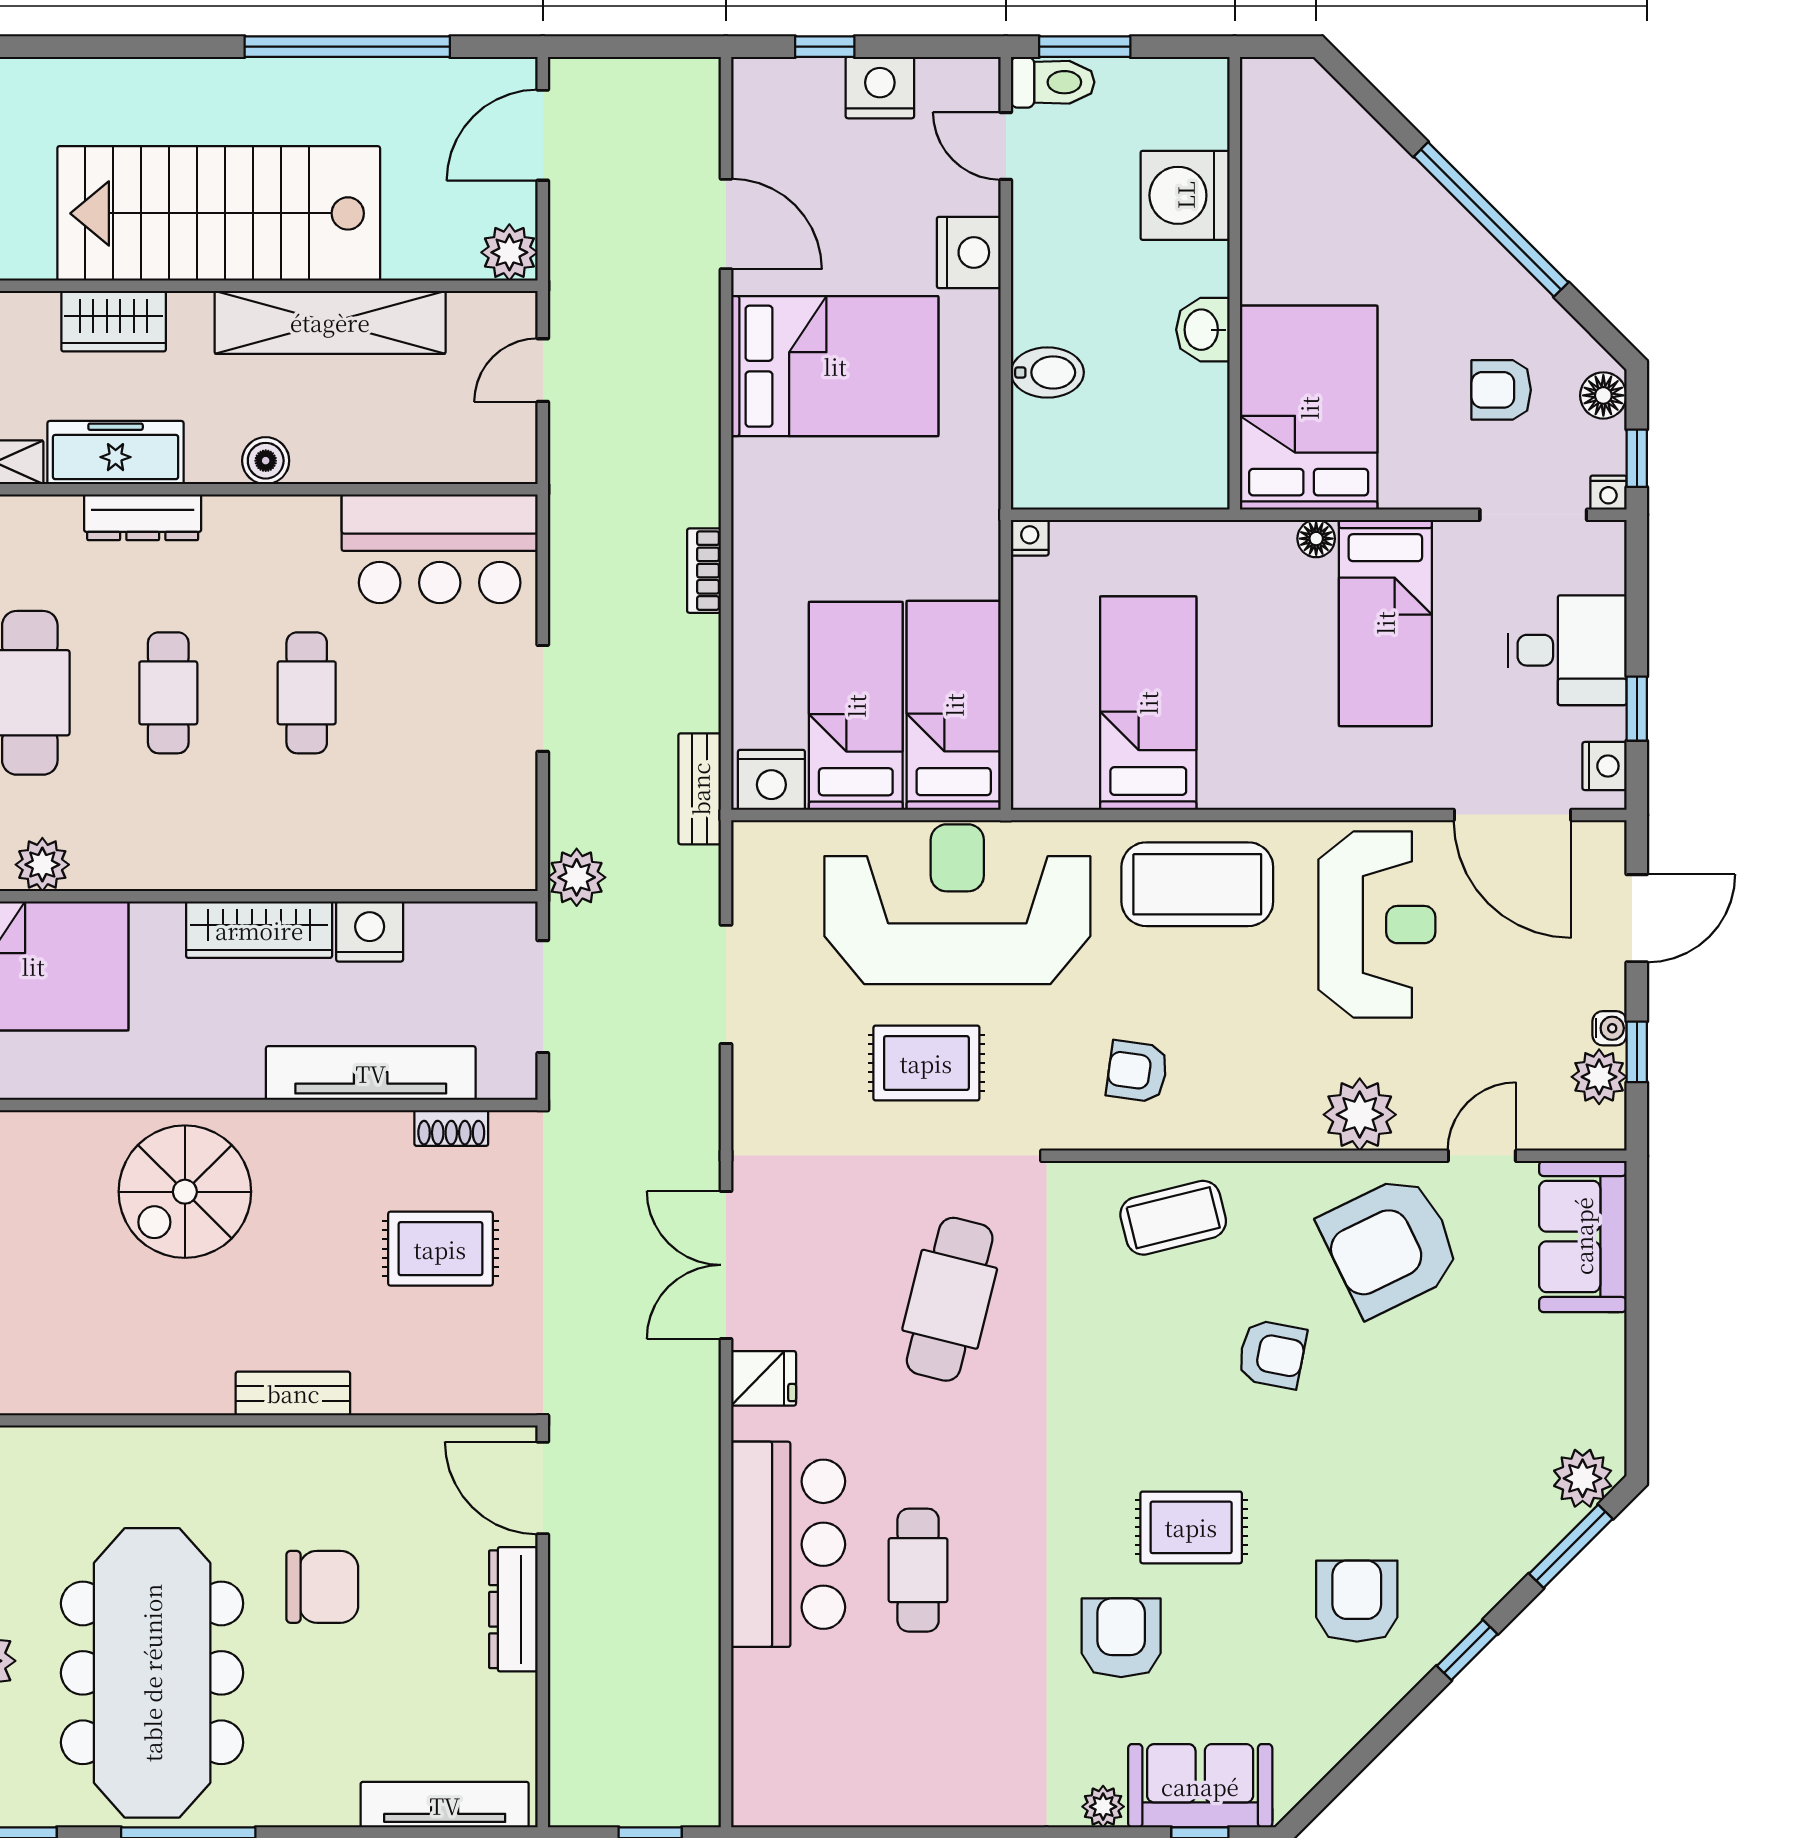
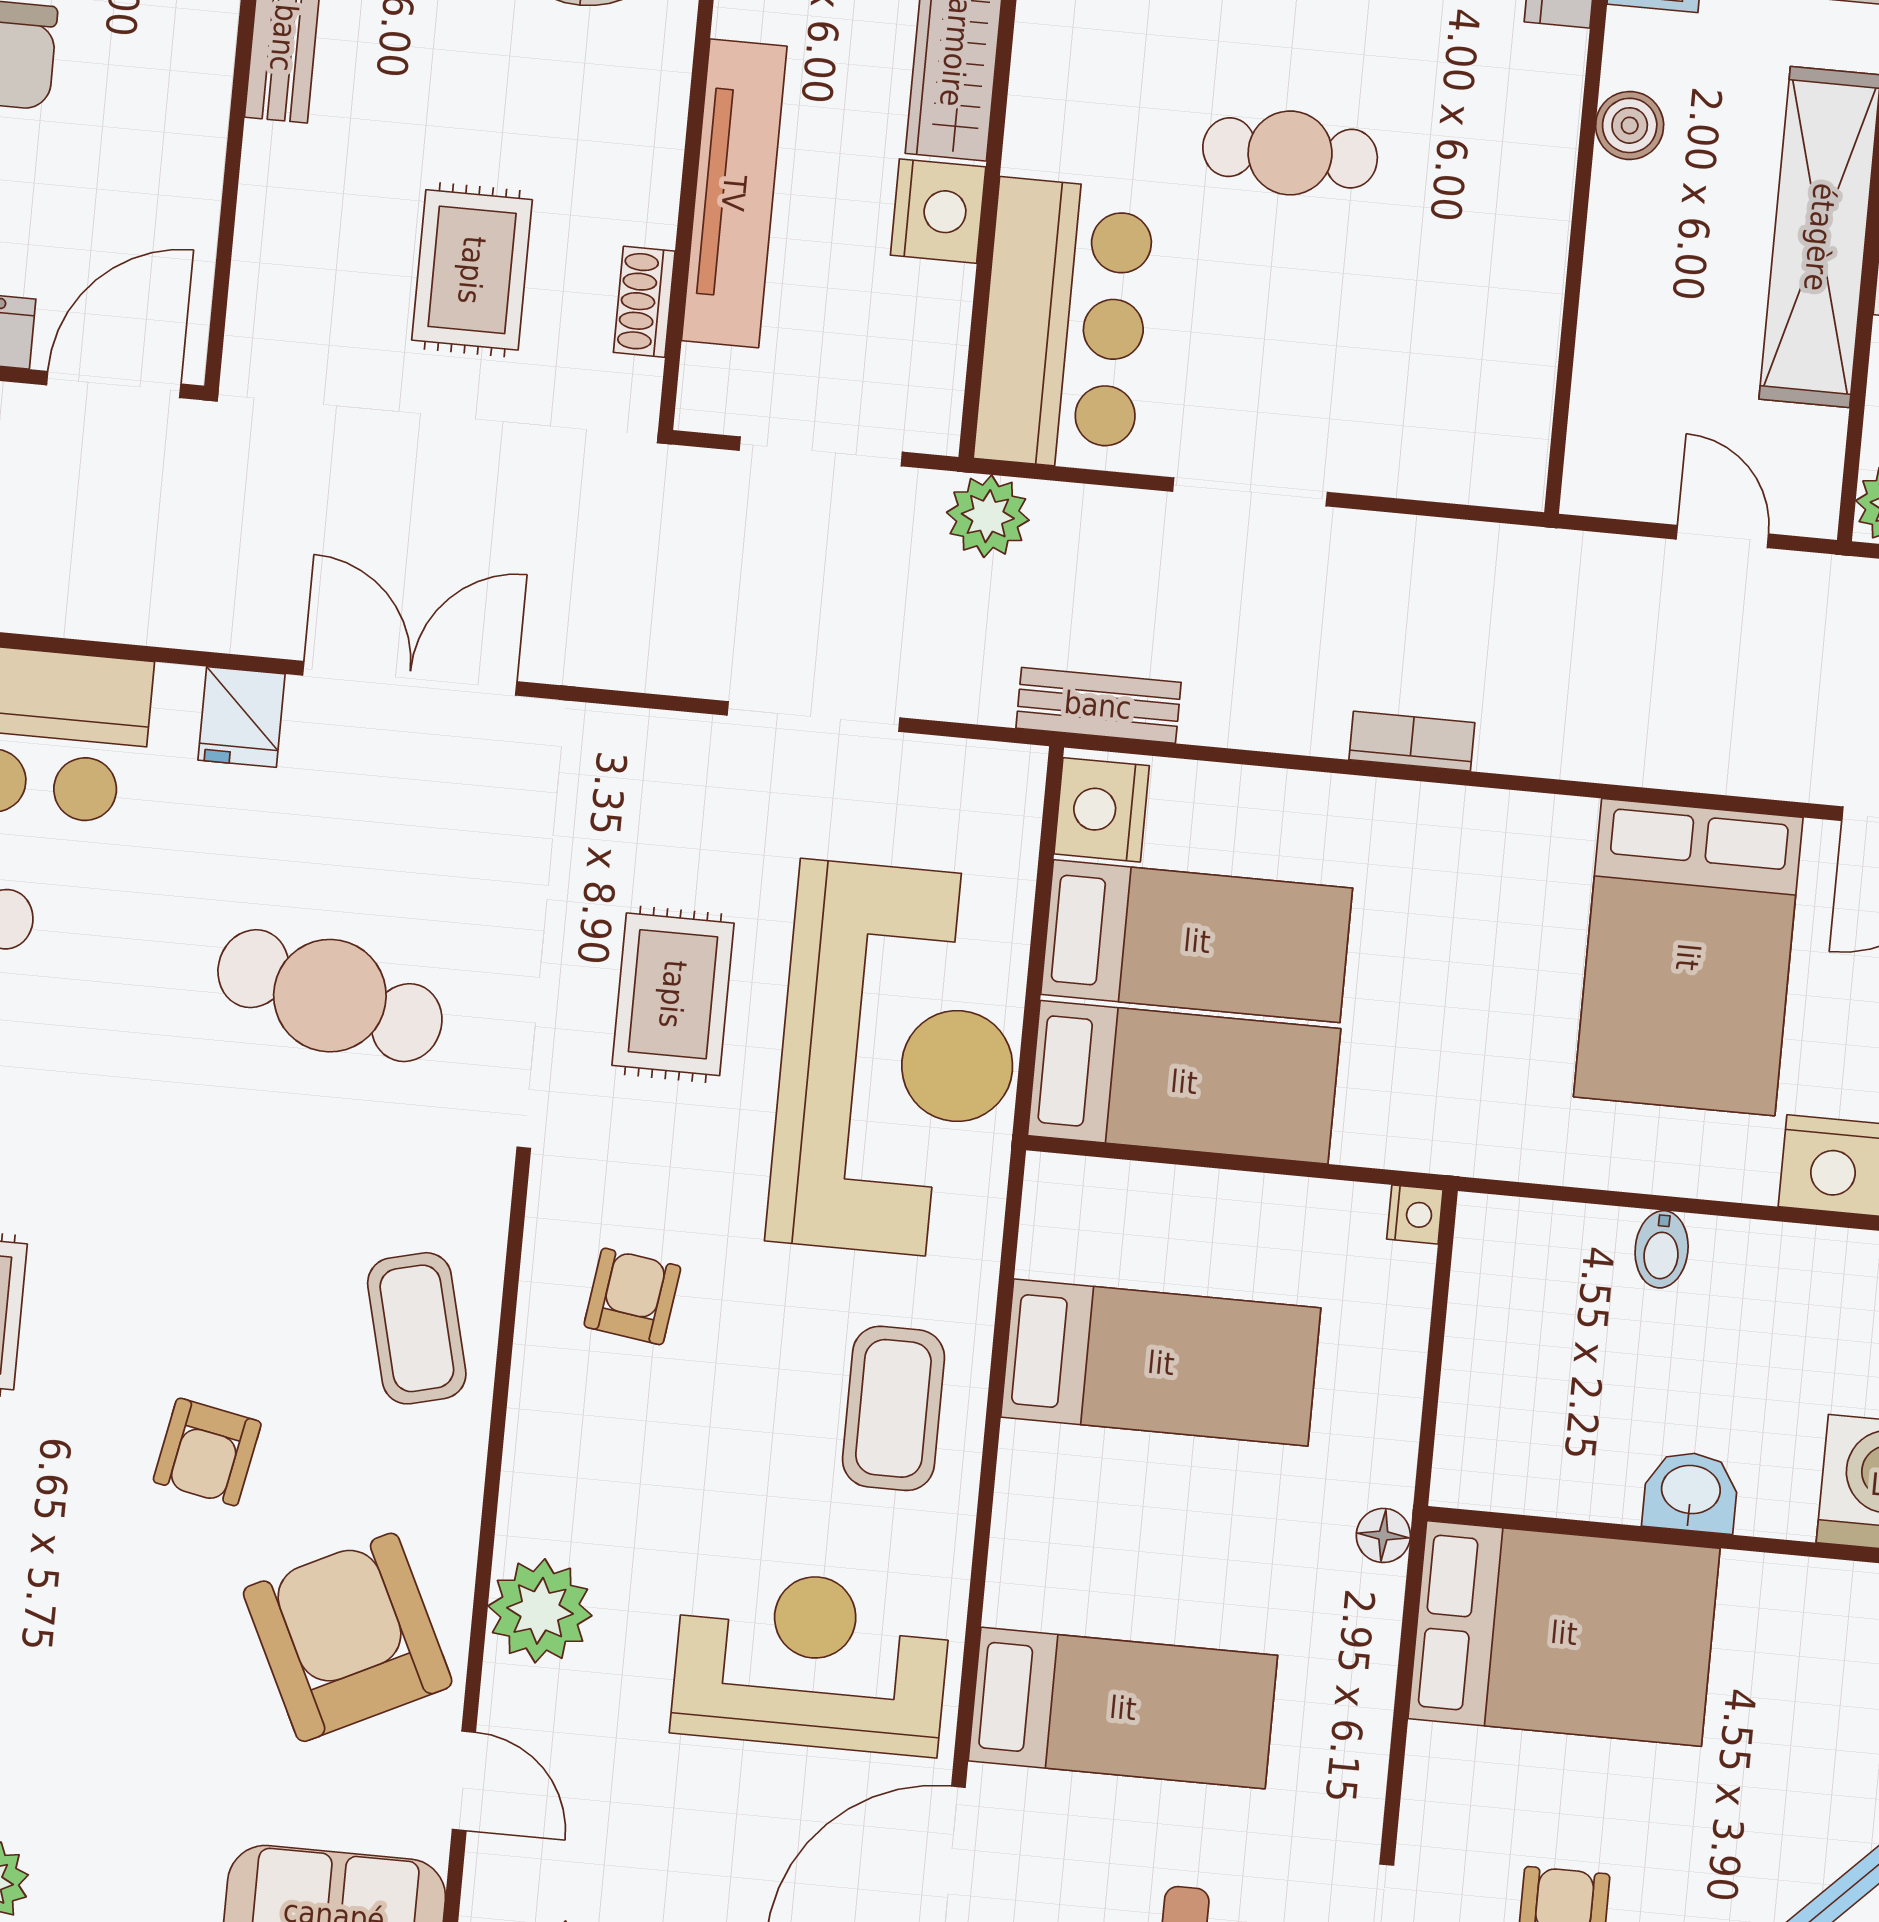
bidet: (1047, 372) -> (1662, 1249), width x0.72, depth x0.74
floor lamp: (1316, 539) -> (1383, 1535), moved
bar counter: (440, 549) -> (1065, 325), moved, turned 180
bed: (1385, 623) -> (1123, 1708), moved, turned 180
coffee table: (1197, 884) -> (893, 1408), width x0.73, depth x0.76
reception desk: (1377, 925) -> (811, 1661), turned 180

